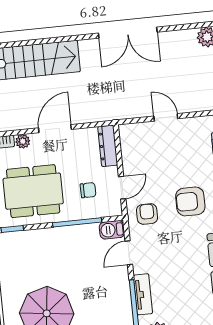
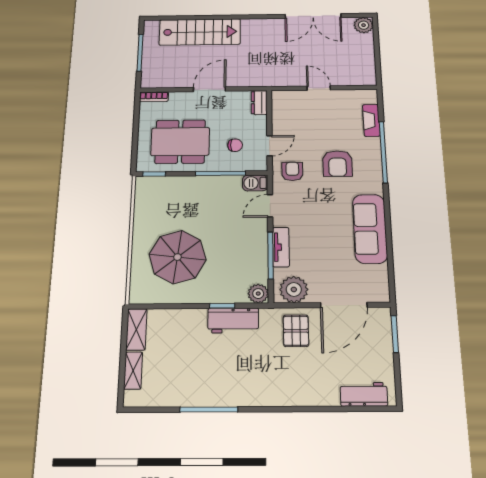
double door: (128, 33) -> (313, 16), moved
plant: (23, 141) -> (177, 98), removed
dresser: (108, 146) -> (259, 103), width x0.70
armchair: (190, 201) -> (337, 164), turned -90

